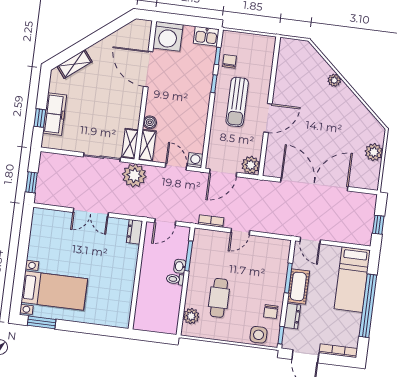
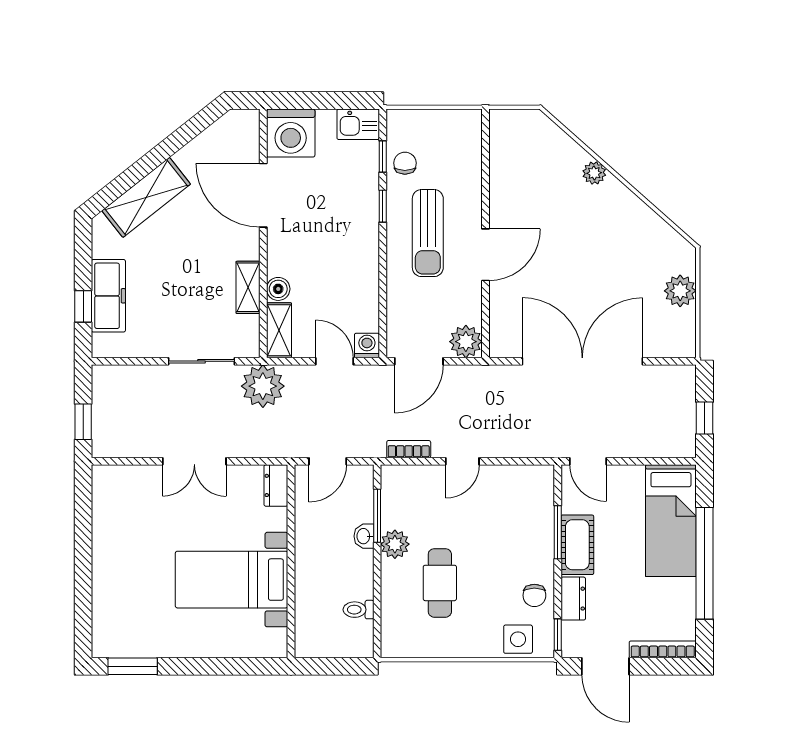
shelving: (75, 64) -> (146, 197), width x1.50, depth x1.33
shelving: (130, 144) -> (248, 287), moved
toilet: (175, 279) -> (359, 610), moved
bed with nightstands: (54, 291) -> (232, 580), moved, turned 180
plant: (191, 316) -> (395, 544), moved

